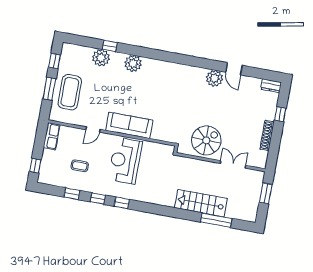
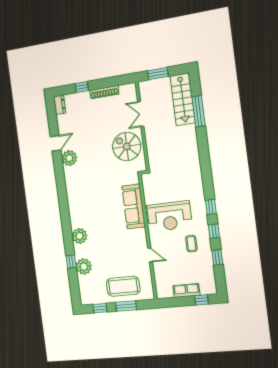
sofa: (129, 125) -> (134, 206), moved
row of seats: (52, 136) -> (186, 290), moved
coffee table: (80, 166) -> (191, 244), moved
stairs: (201, 203) -> (183, 99), moved

